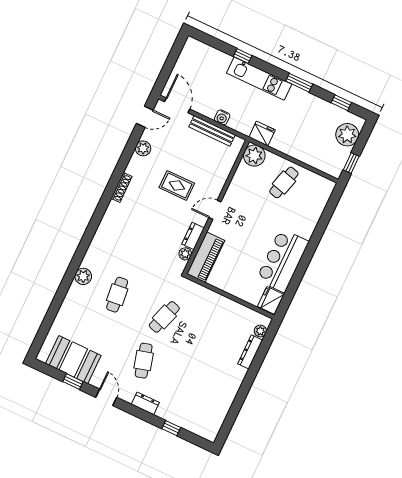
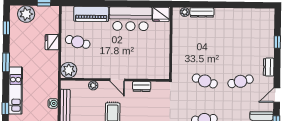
fridge: (262, 134) -> (52, 42), moved
plant: (185, 254) -> (93, 85), moved
piano: (206, 257) -> (91, 14), moved, turned 180

